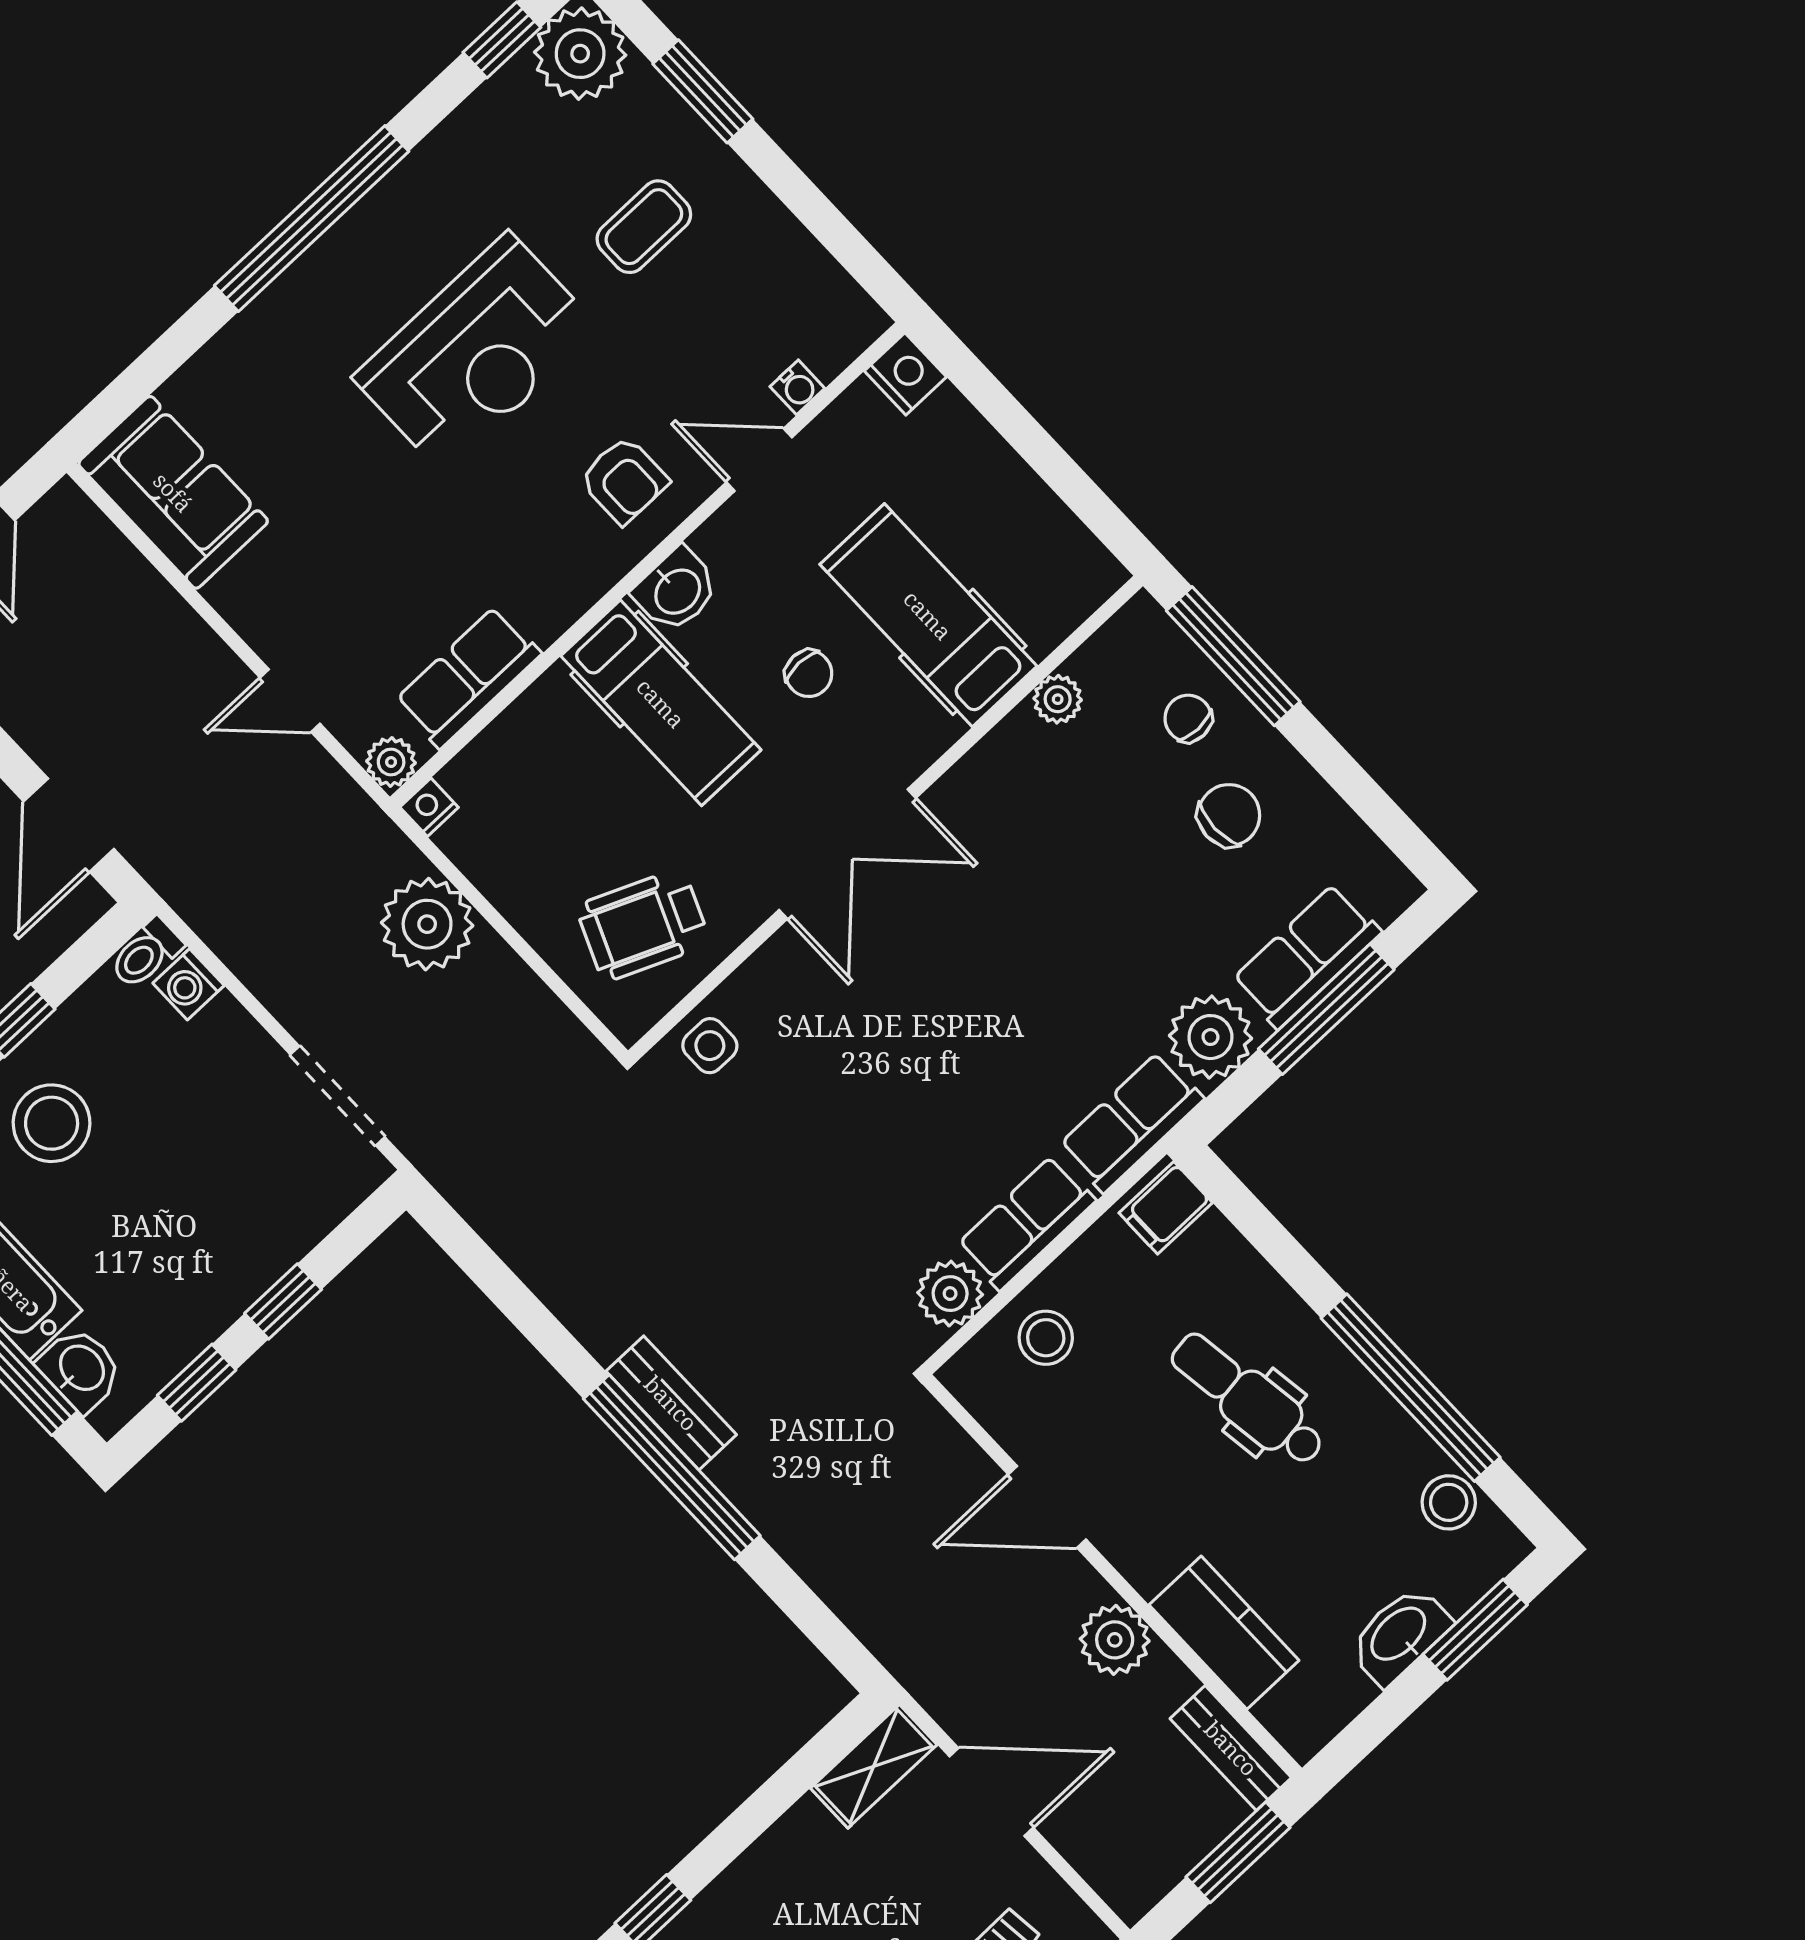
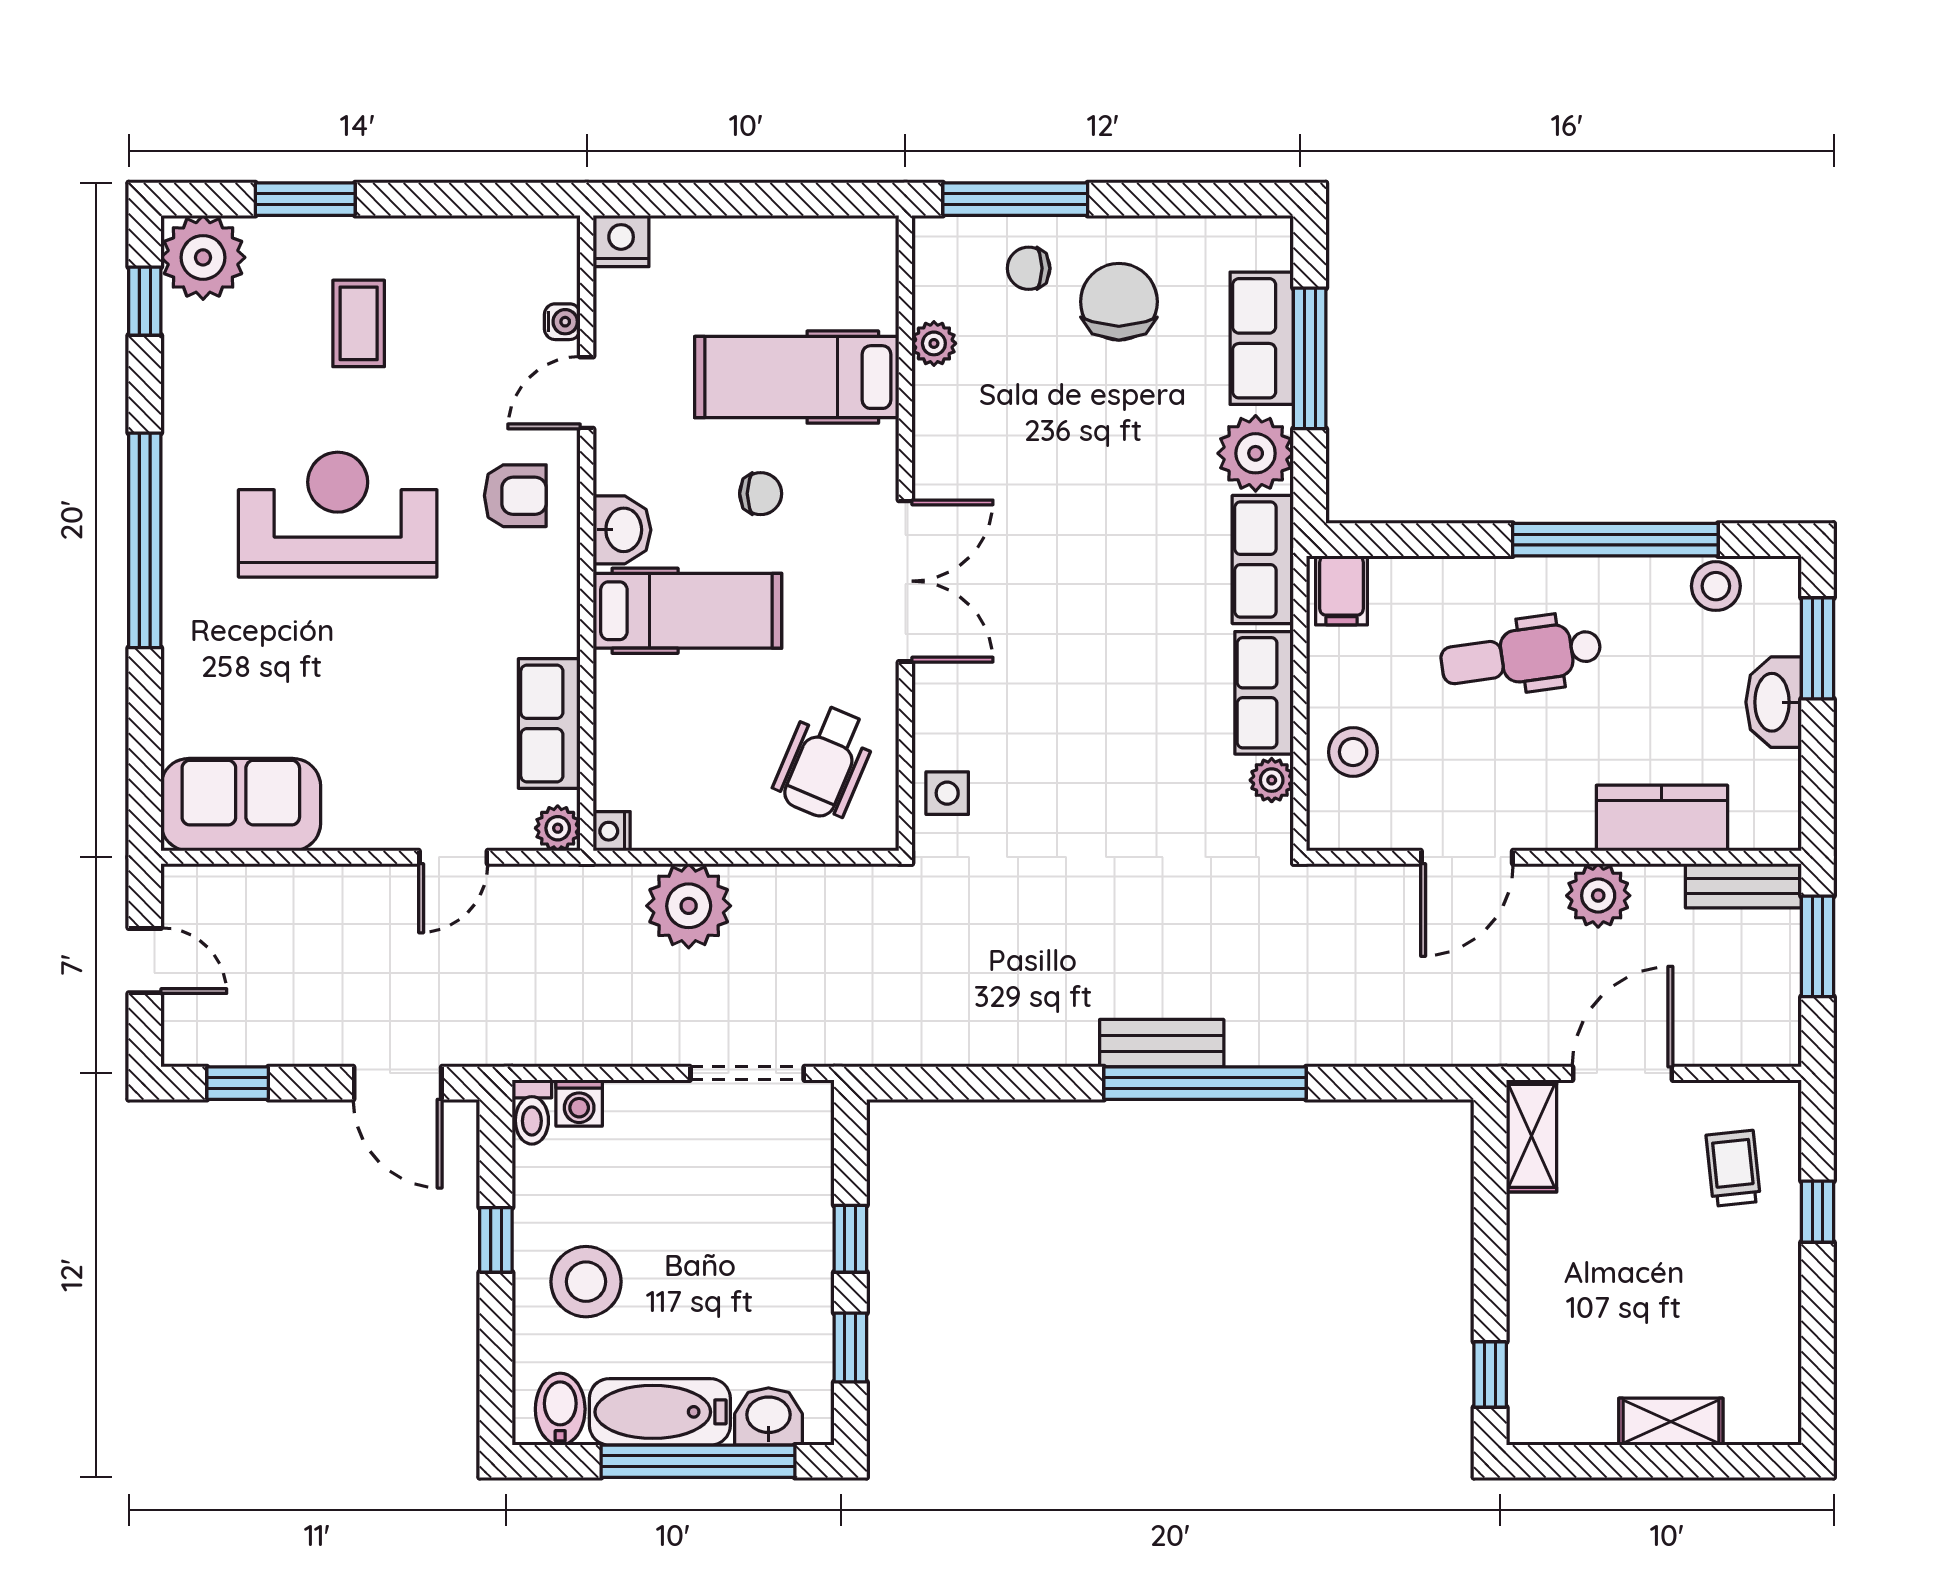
reception desk: (476, 353) -> (338, 515), turned -90
chair: (1229, 815) -> (1119, 302), width x1.37, depth x1.37
plant: (950, 1294) -> (1272, 780), width x0.73, depth x0.73

